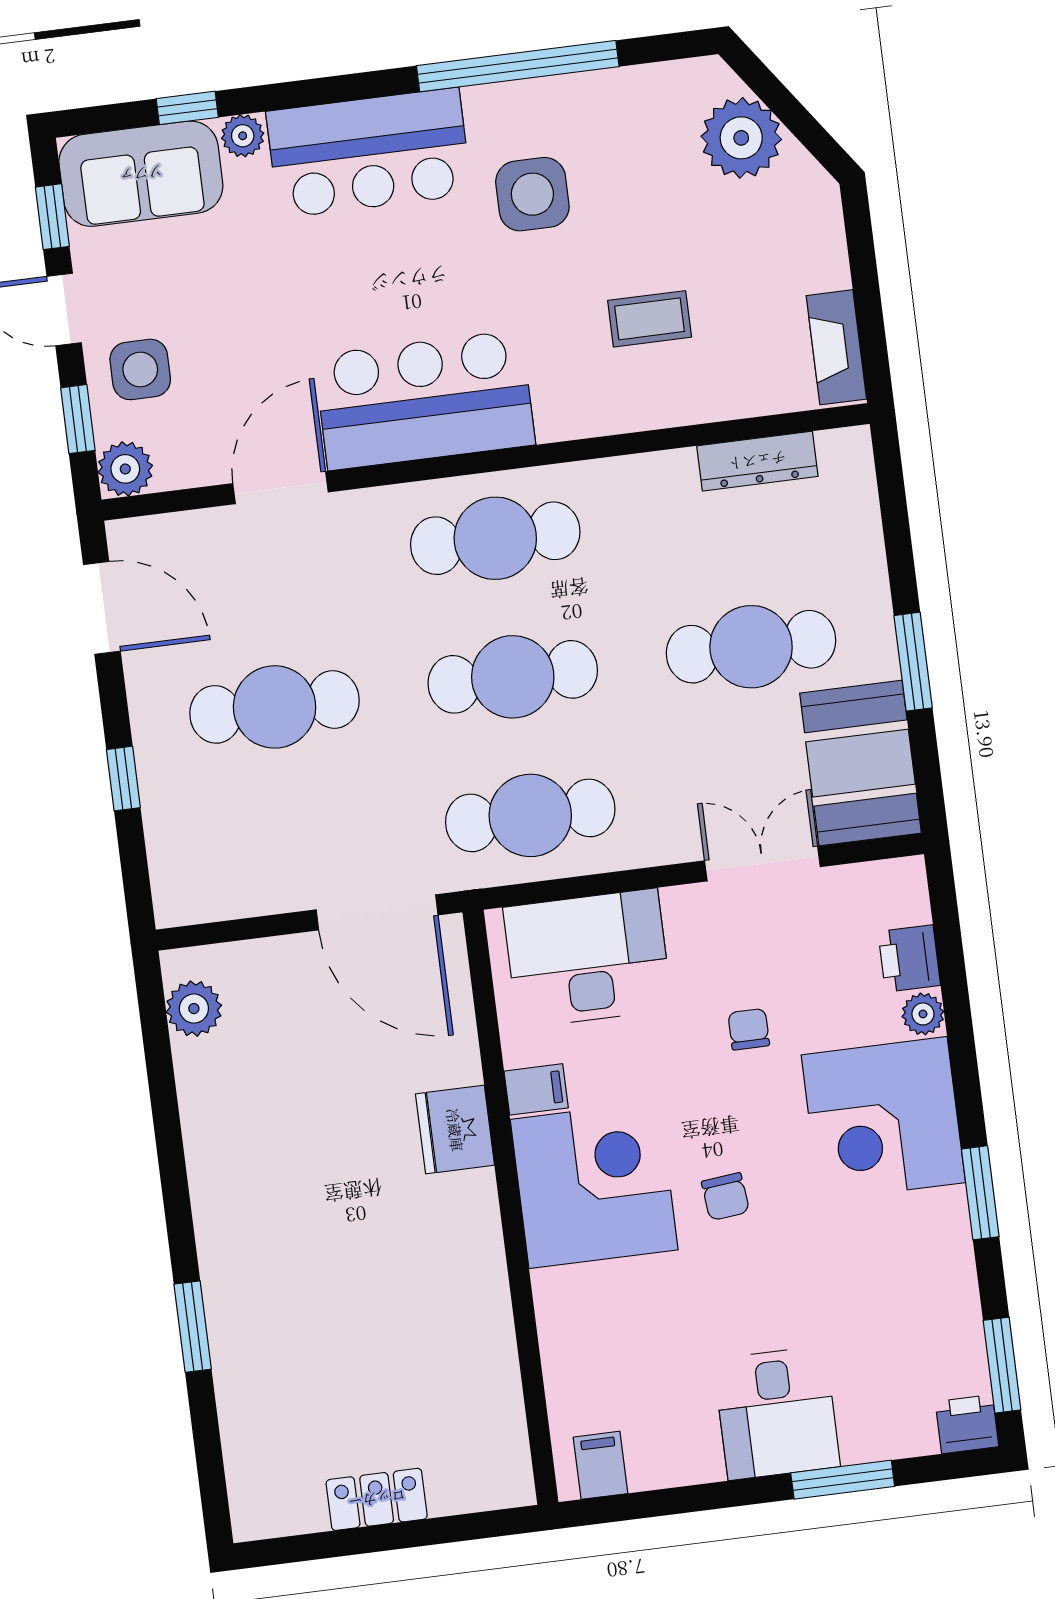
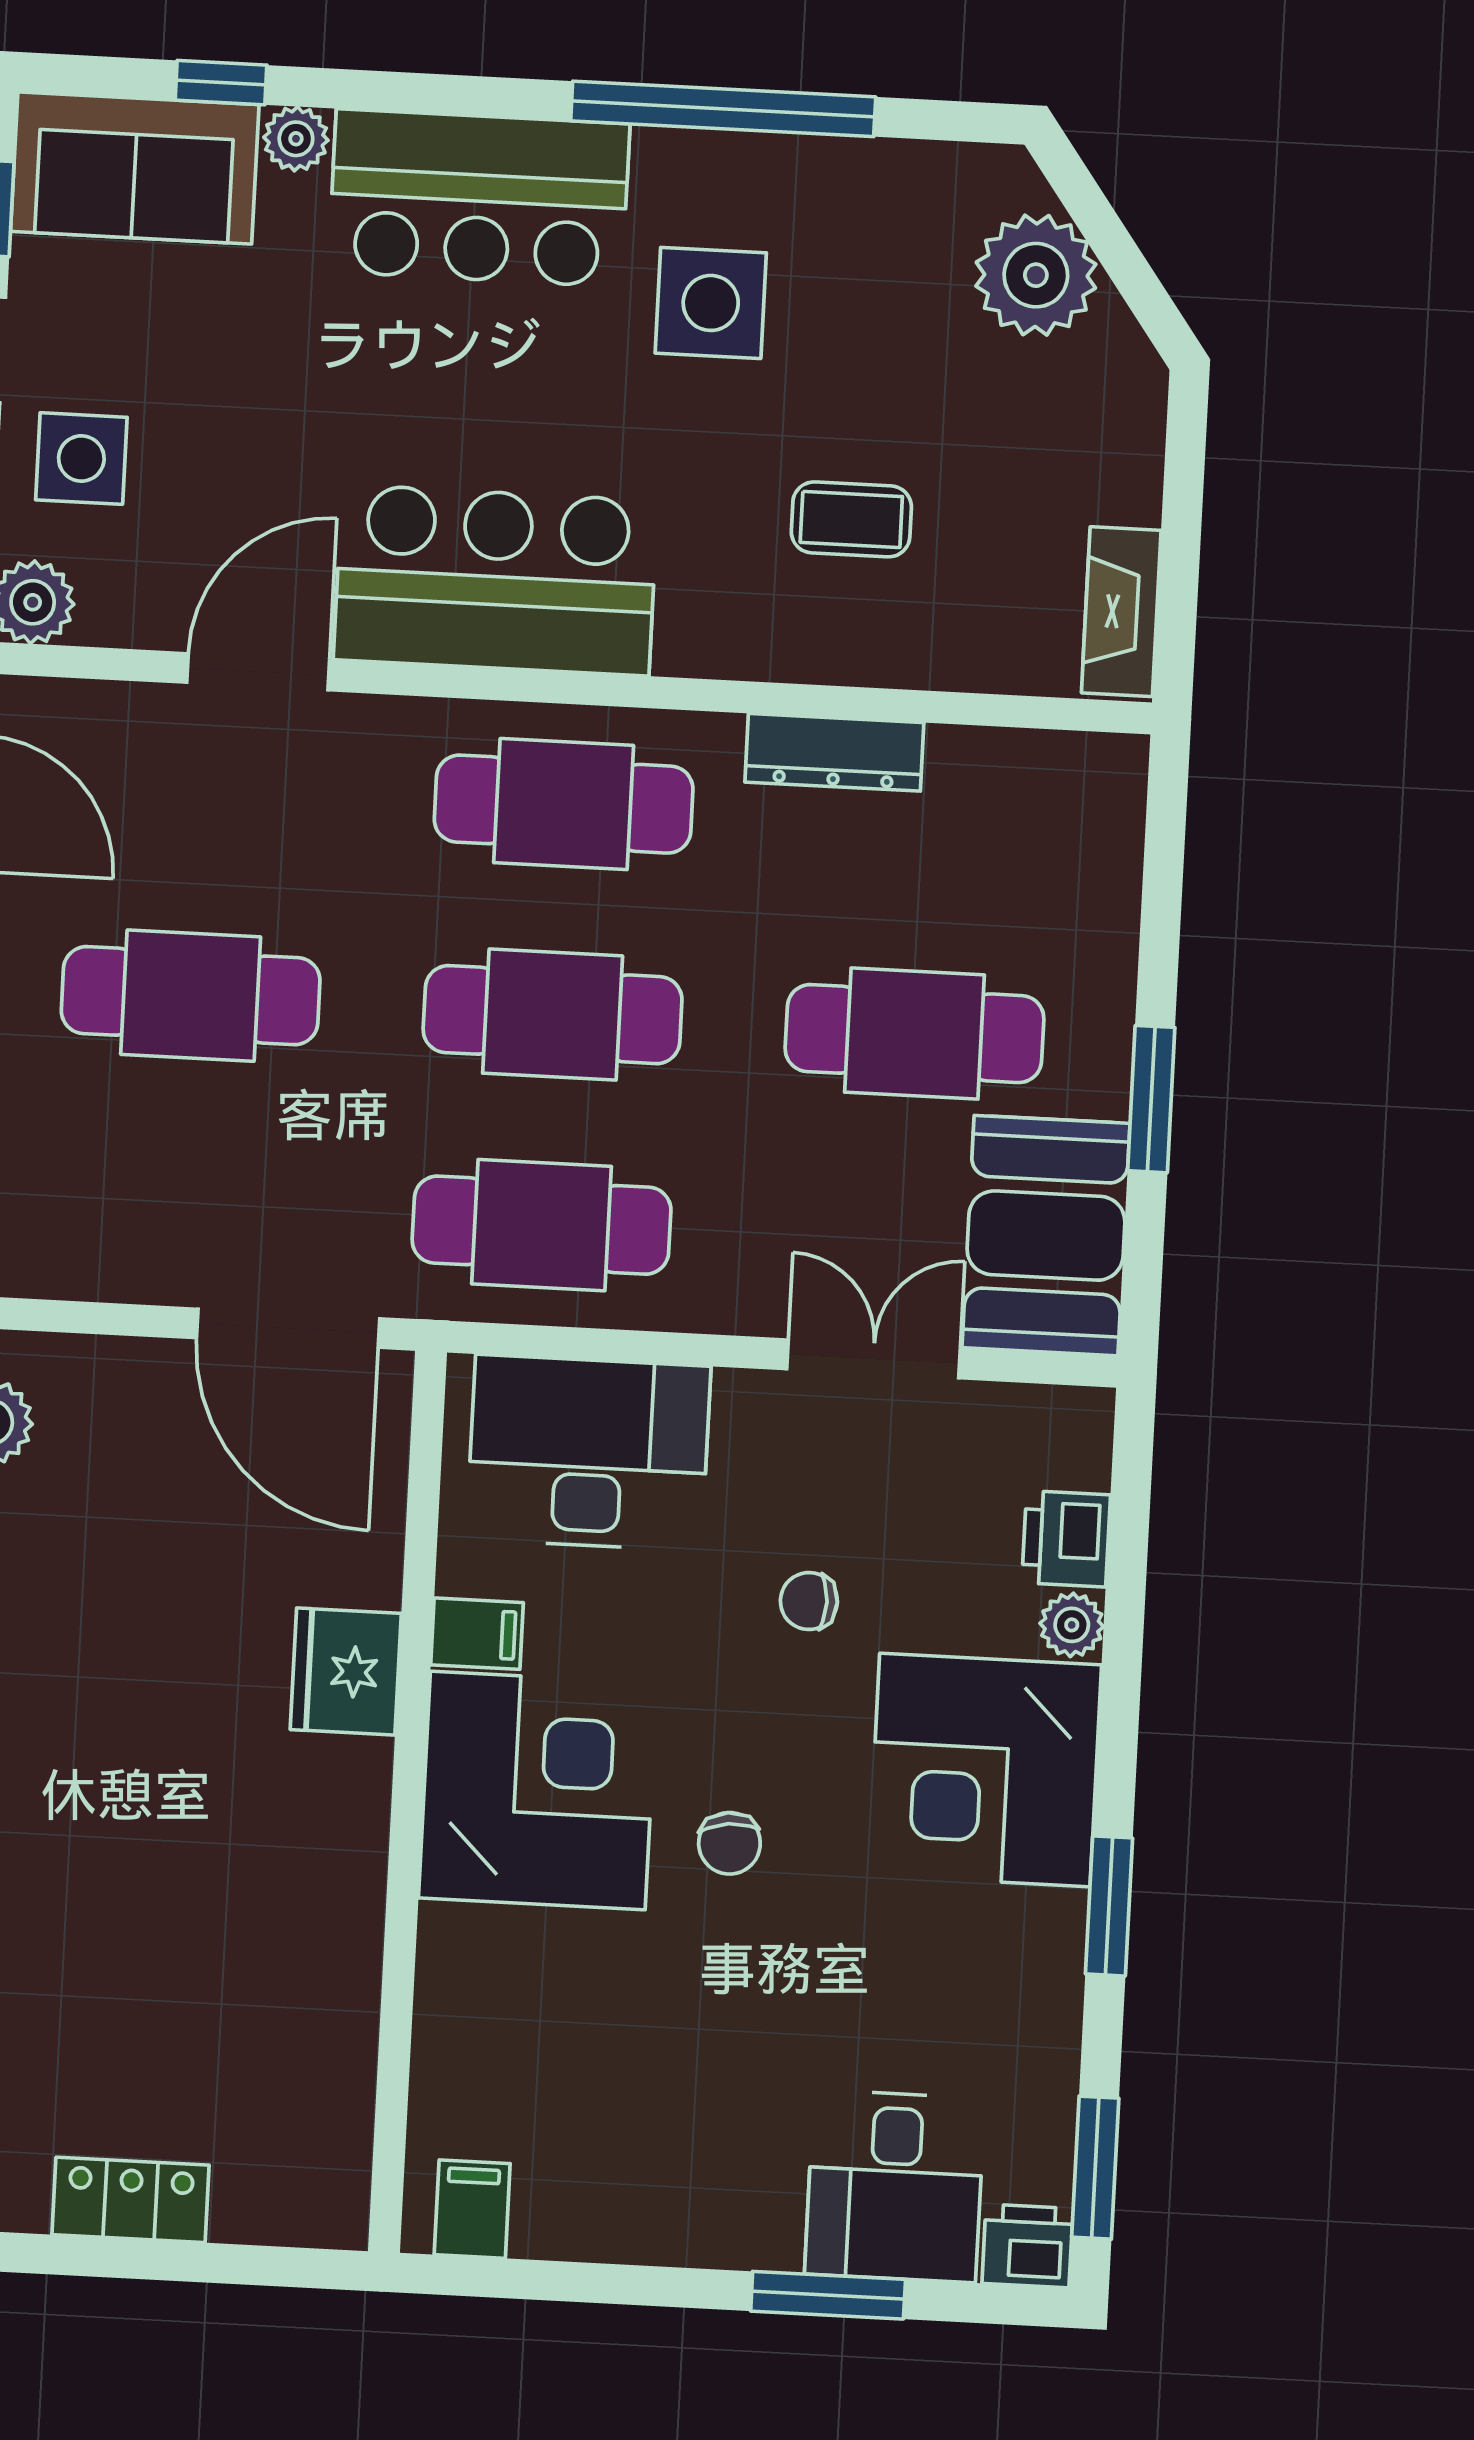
dresser: (757, 461) -> (834, 752), moved
chair: (749, 1029) -> (809, 1601), turned -90
desk: (777, 1413) -> (895, 2186), moved

